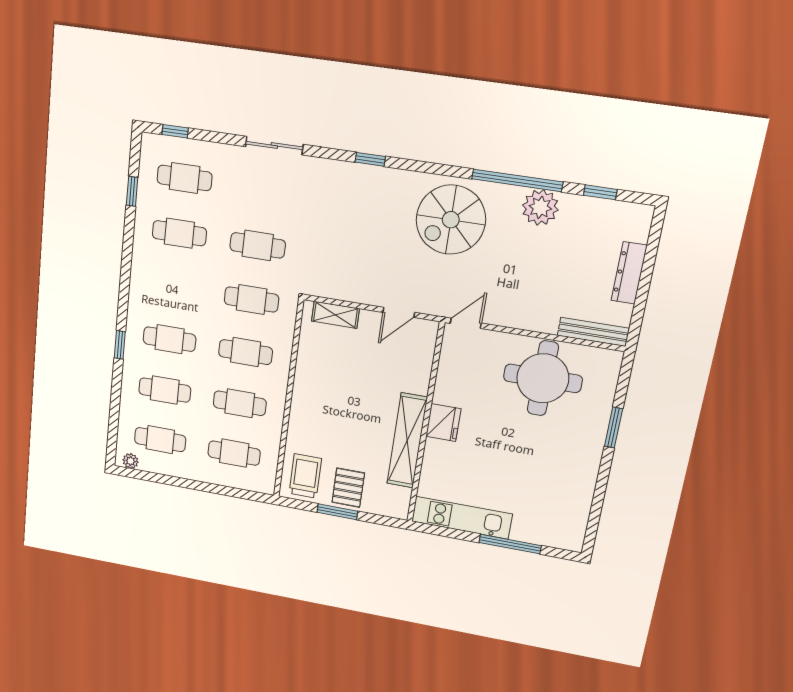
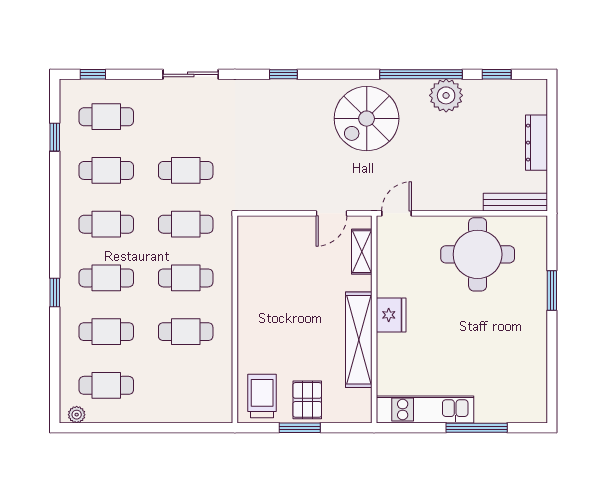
shelving: (335, 315) -> (362, 252), moved, turned 90
cafe table: (234, 453) -> (106, 224), moved

